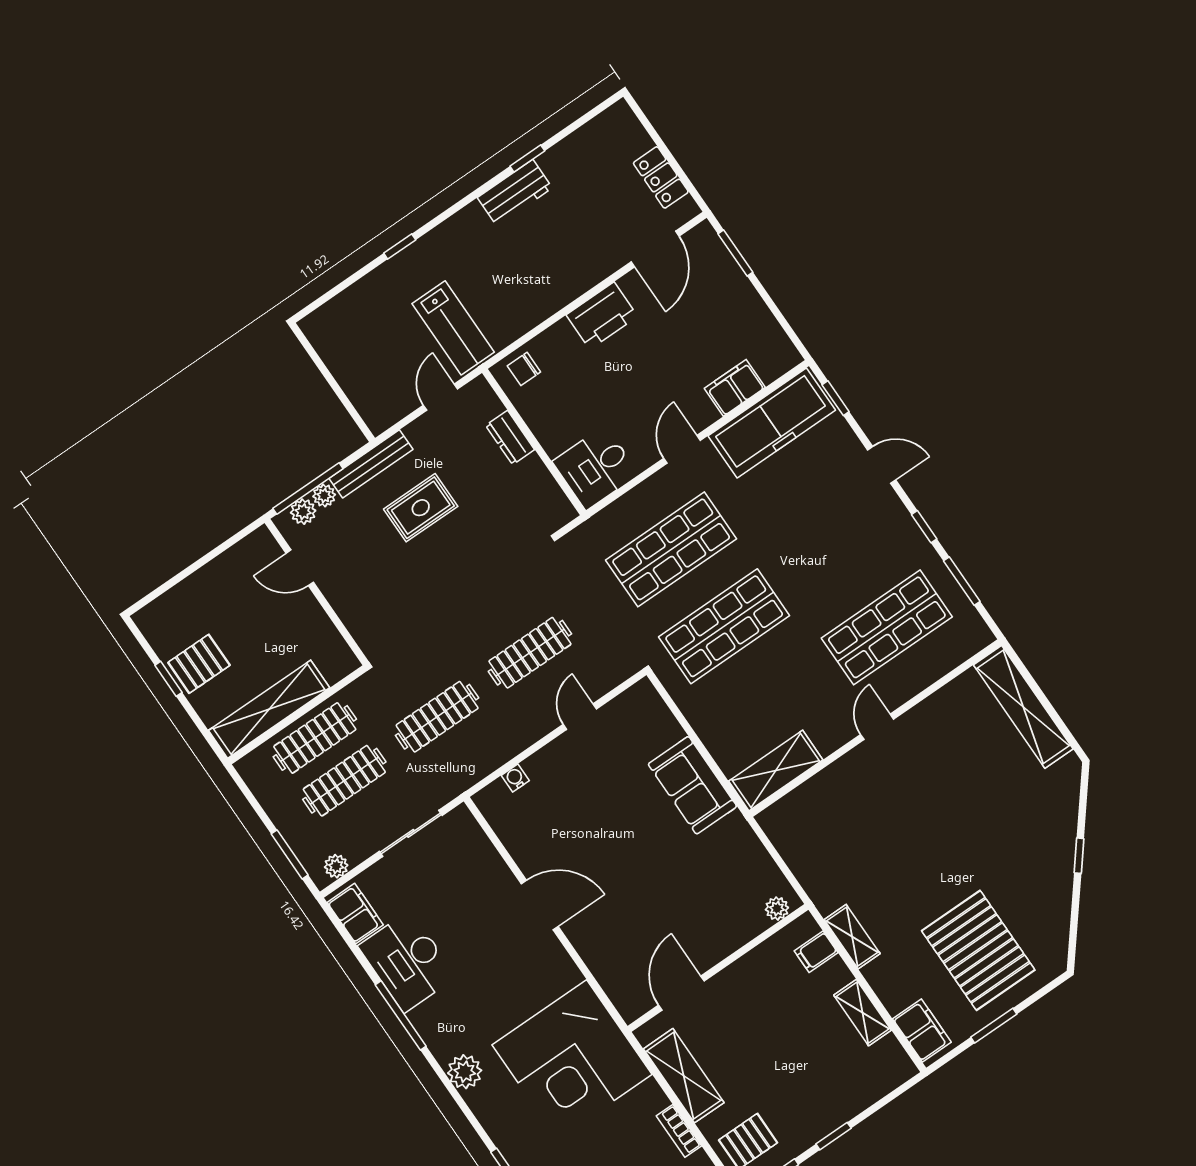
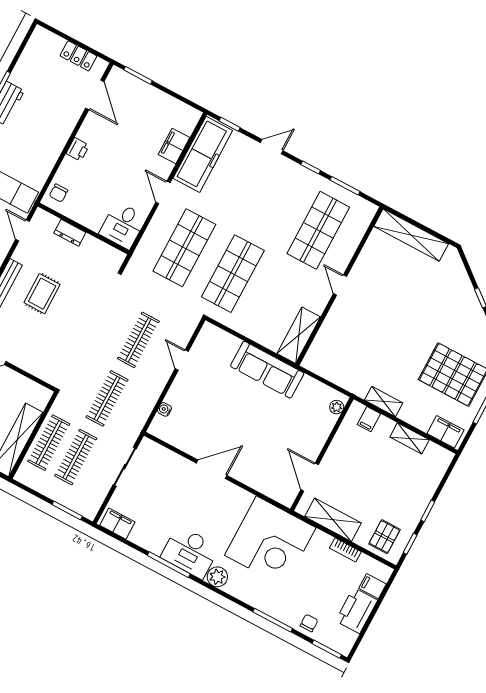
printer: (602, 316) -> (78, 149), width x0.53, depth x0.68
sofa: (692, 785) -> (267, 370), width x1.36
plant: (336, 866) -> (95, 504), removed
desk: (407, 961) -> (190, 552), moved

